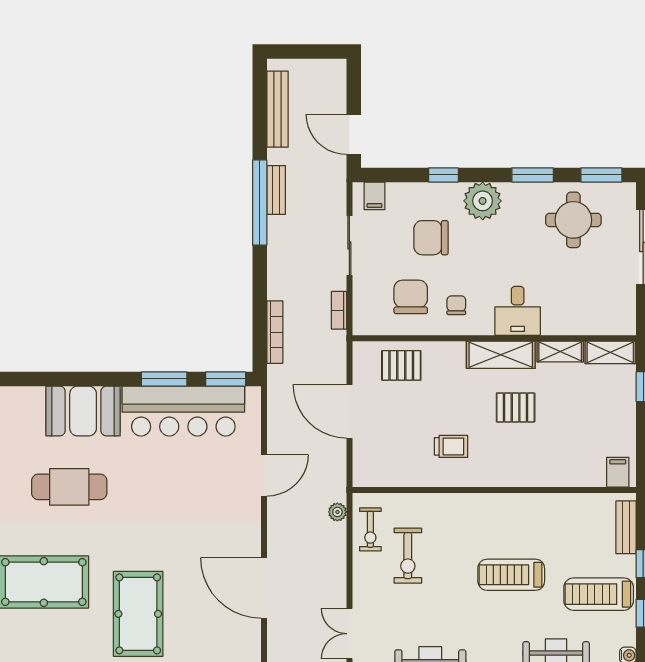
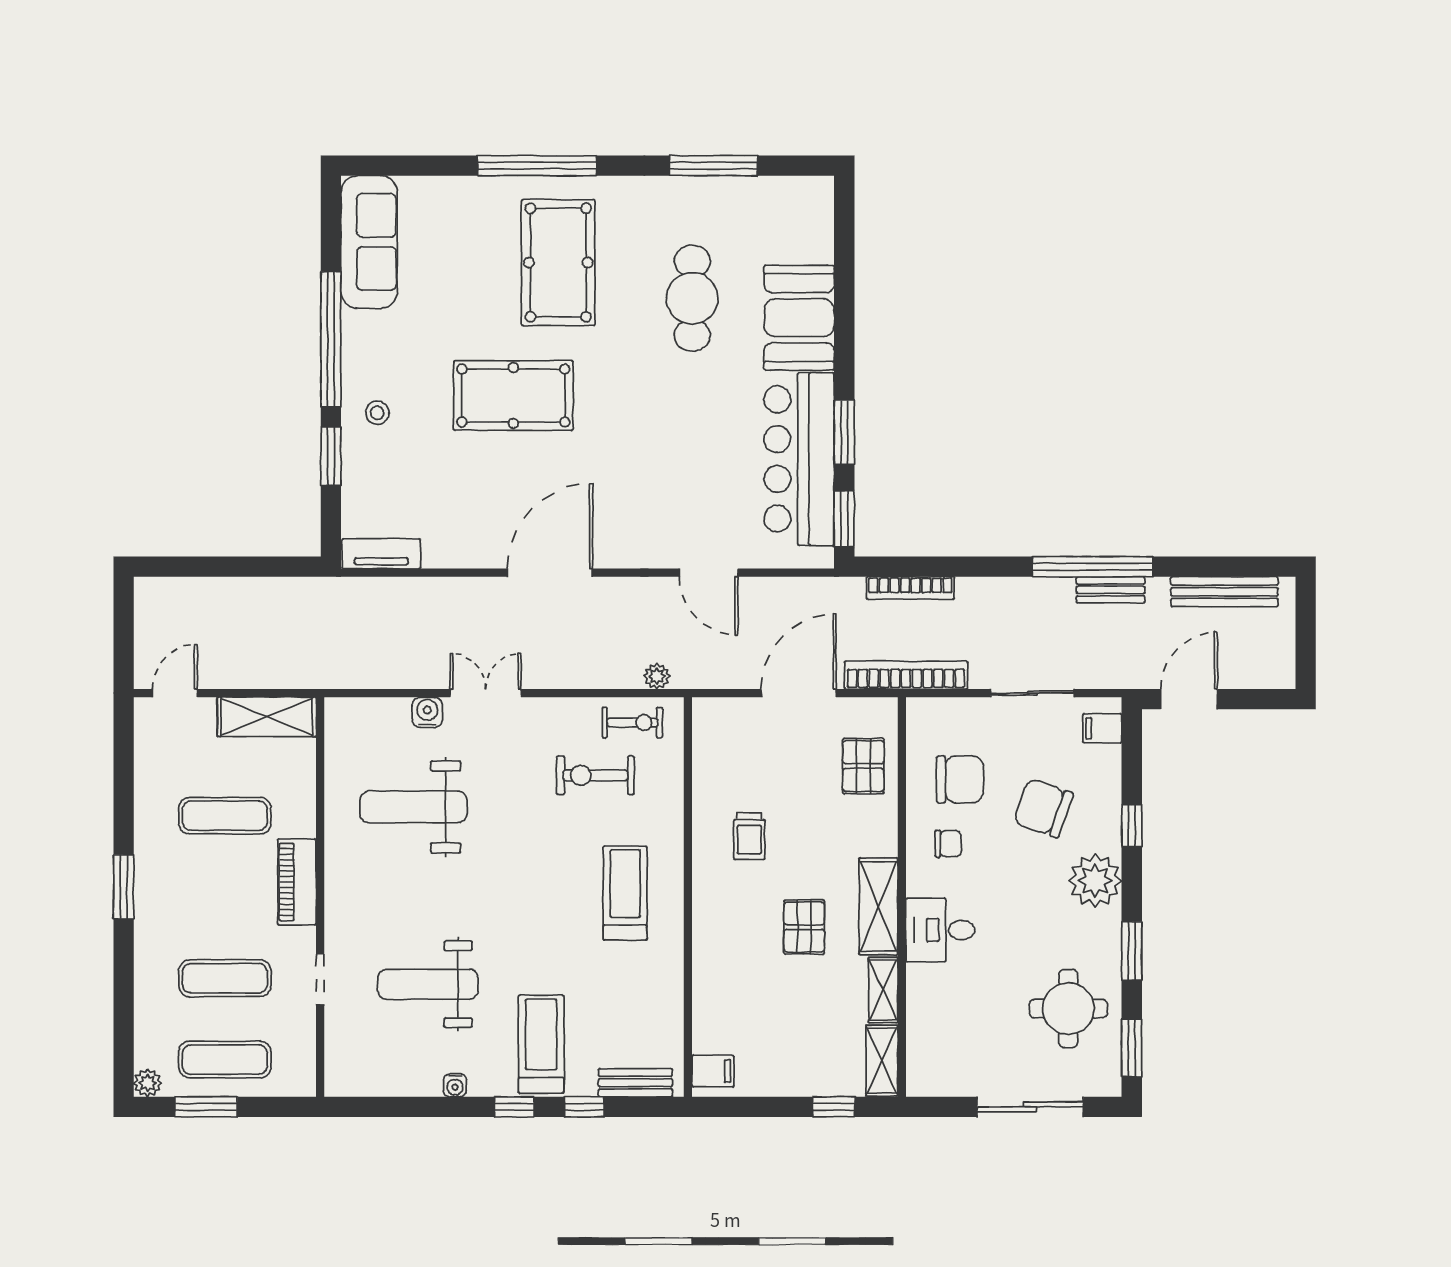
chair: (431, 238) -> (1043, 808), turned -71
bookcase: (339, 310) -> (906, 675), width x2.31, depth x1.31
exercise bike: (370, 529) -> (632, 723), turned 180
treadmill: (511, 575) -> (625, 893), moved

